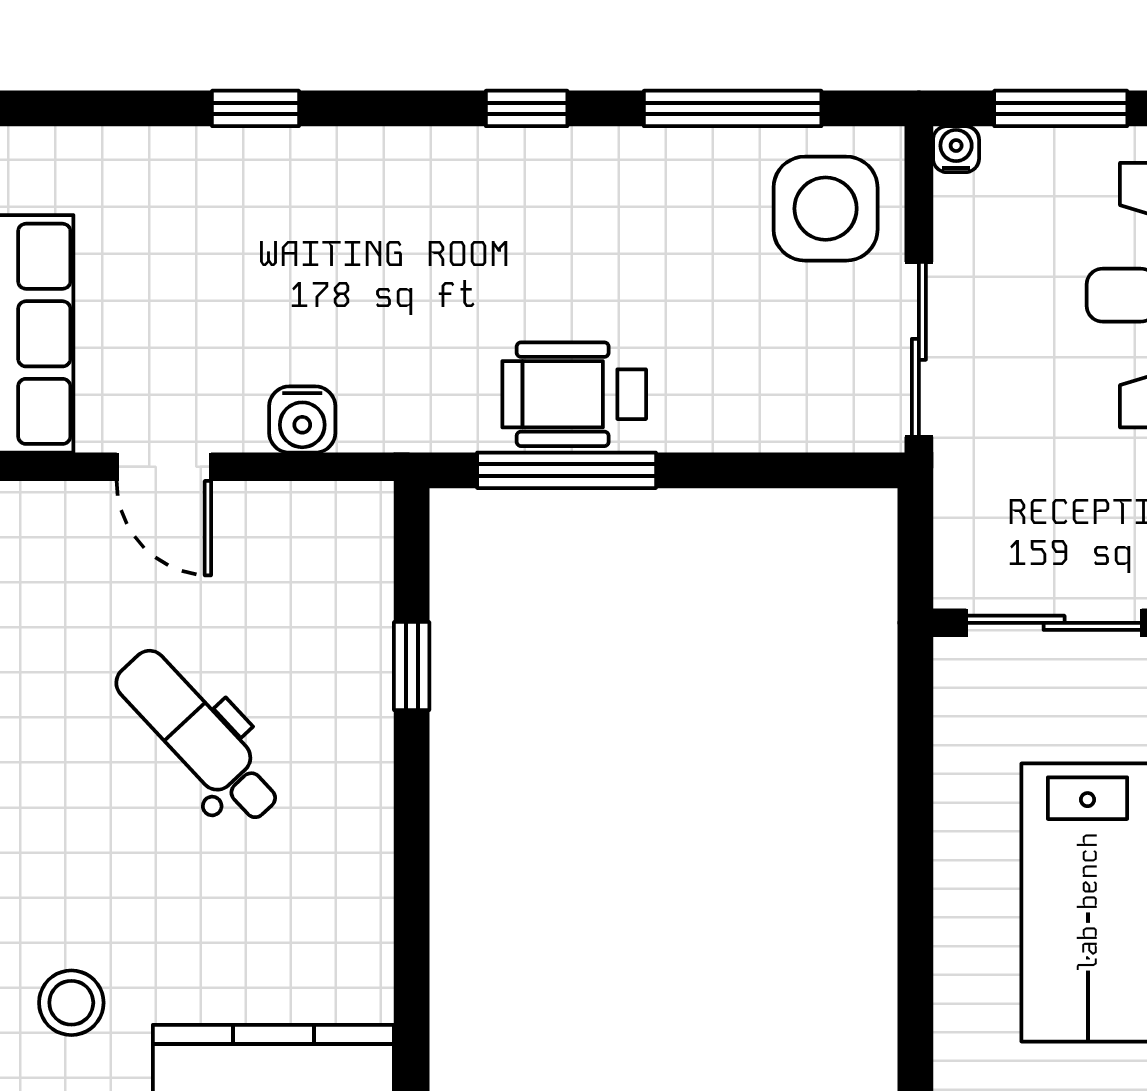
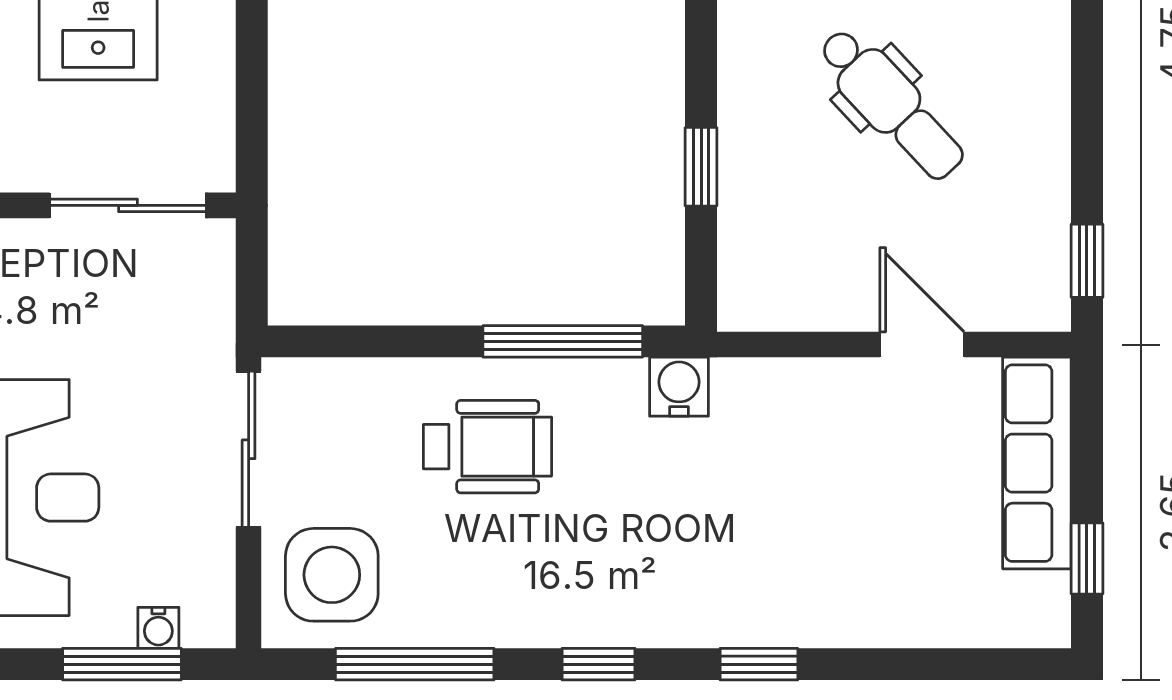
window: (256, 108) -> (759, 664), moved
water cooler: (956, 149) -> (158, 628), moved
wheelchair: (574, 394) -> (487, 447), moved
water cooler: (302, 420) -> (679, 387), moved

